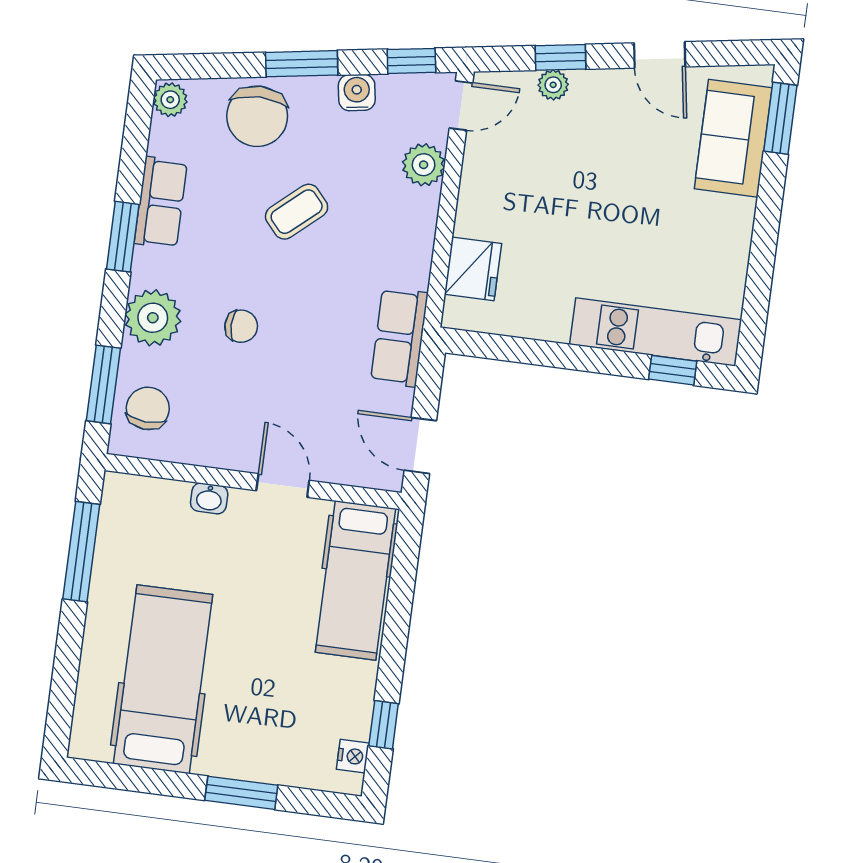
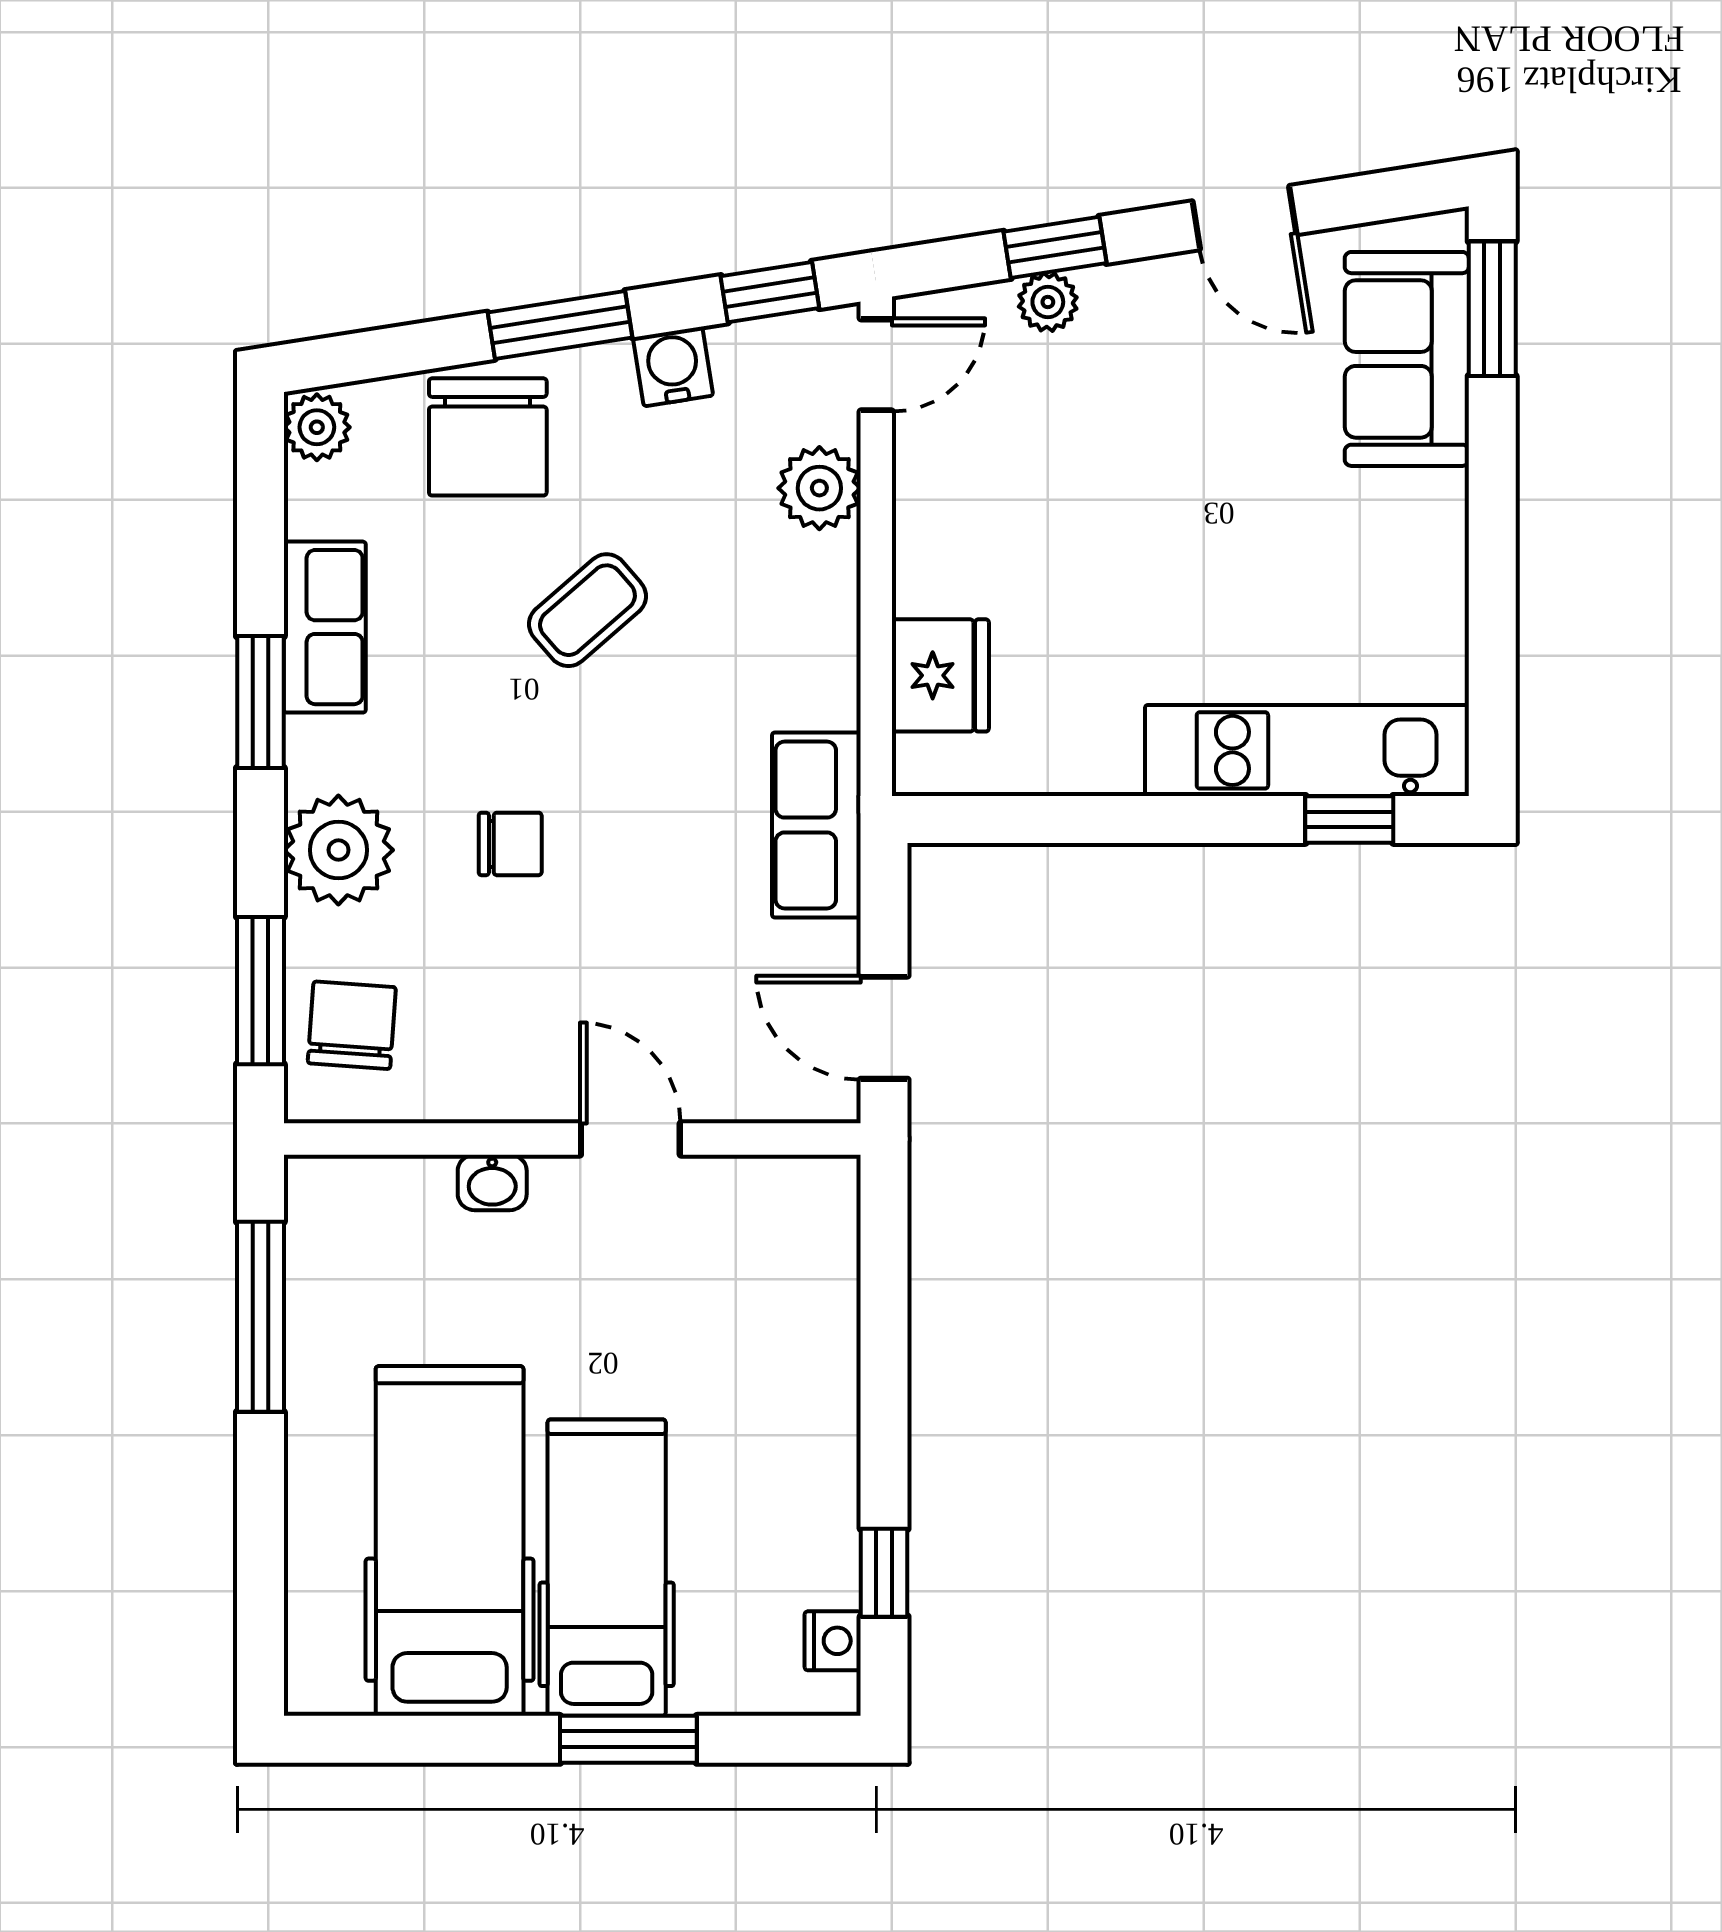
hospital bed: (355, 580) -> (607, 1568), moved, turned 180

